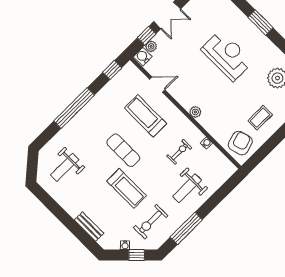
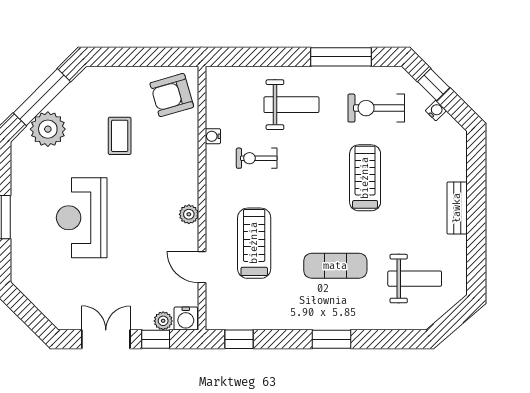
window: (74, 108) -> (331, 339), width x0.47
plant: (195, 112) -> (189, 214), moved
treadmill: (145, 116) -> (254, 243), turned 180
coffee table: (260, 118) -> (120, 136), moved, turned 90
exercise mat: (123, 150) -> (335, 266), moved, turned 90
exercise bike: (151, 222) -> (376, 108), turned 180
bench: (89, 227) -> (457, 208), moved

